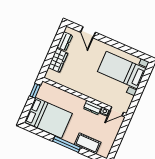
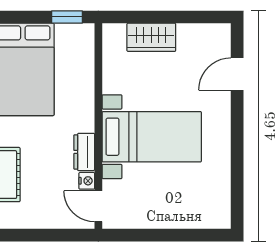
dresser: (65, 41) -> (197, 34), removed
bed with nightstands: (122, 70) -> (152, 137), moved, turned 90

